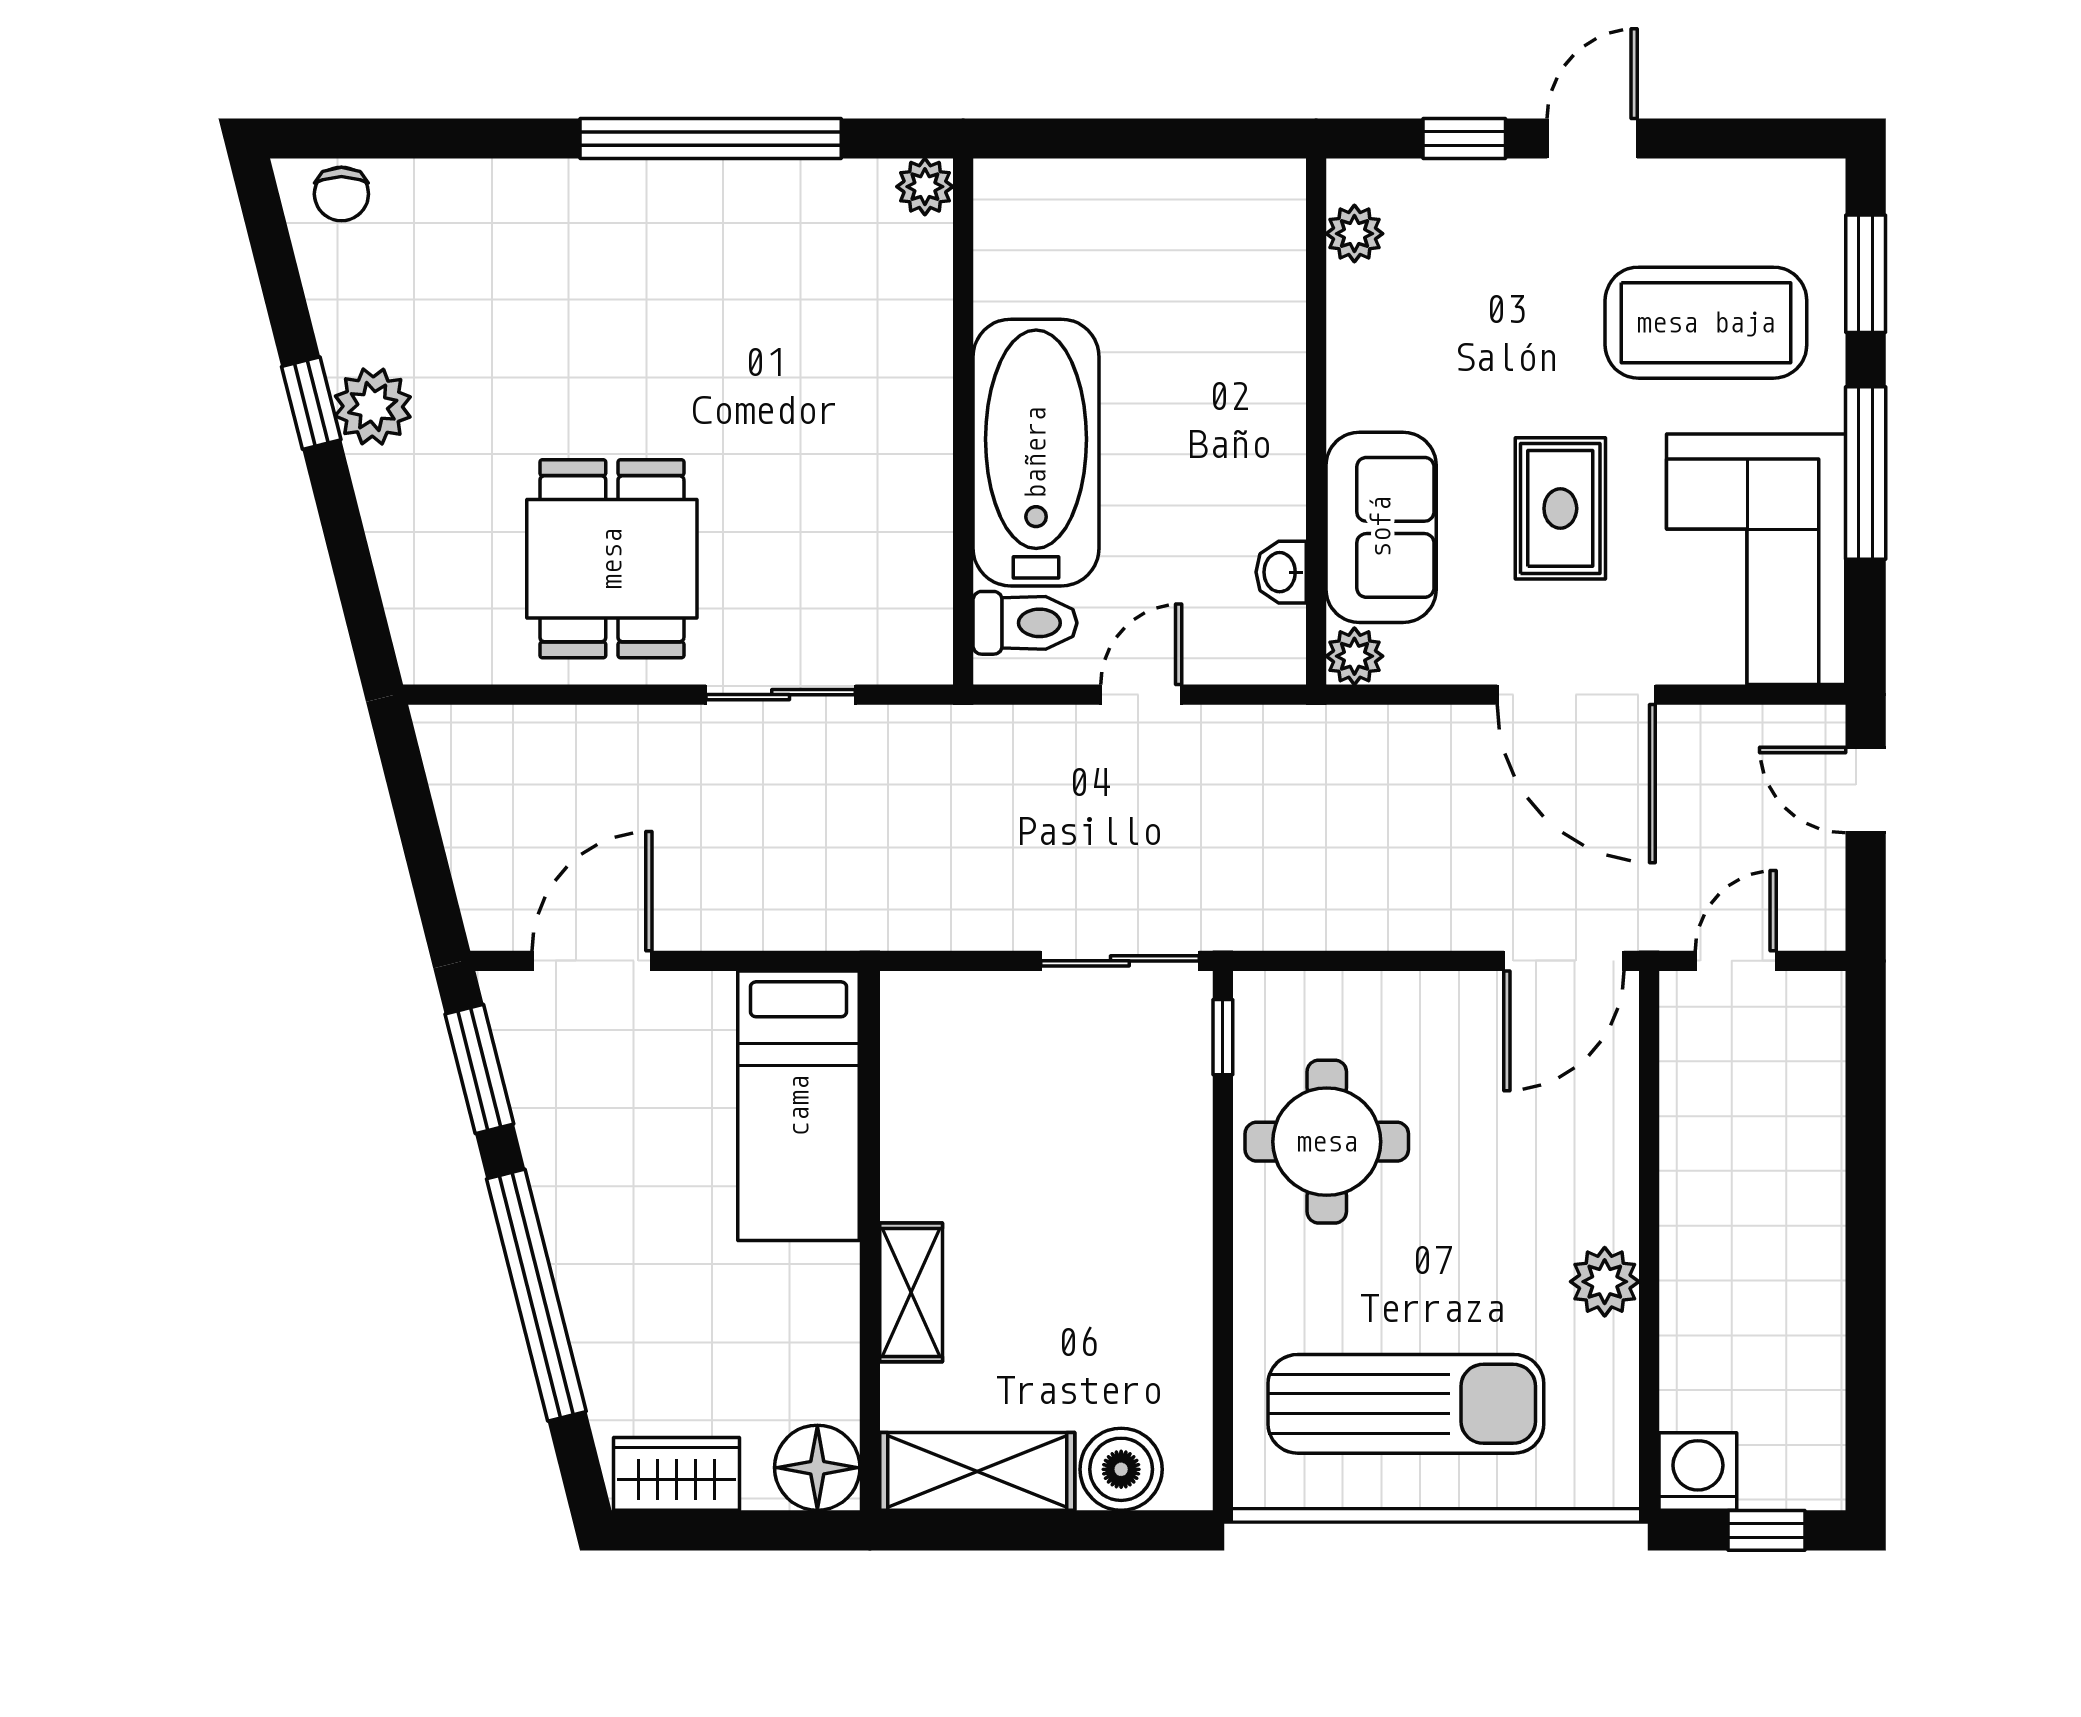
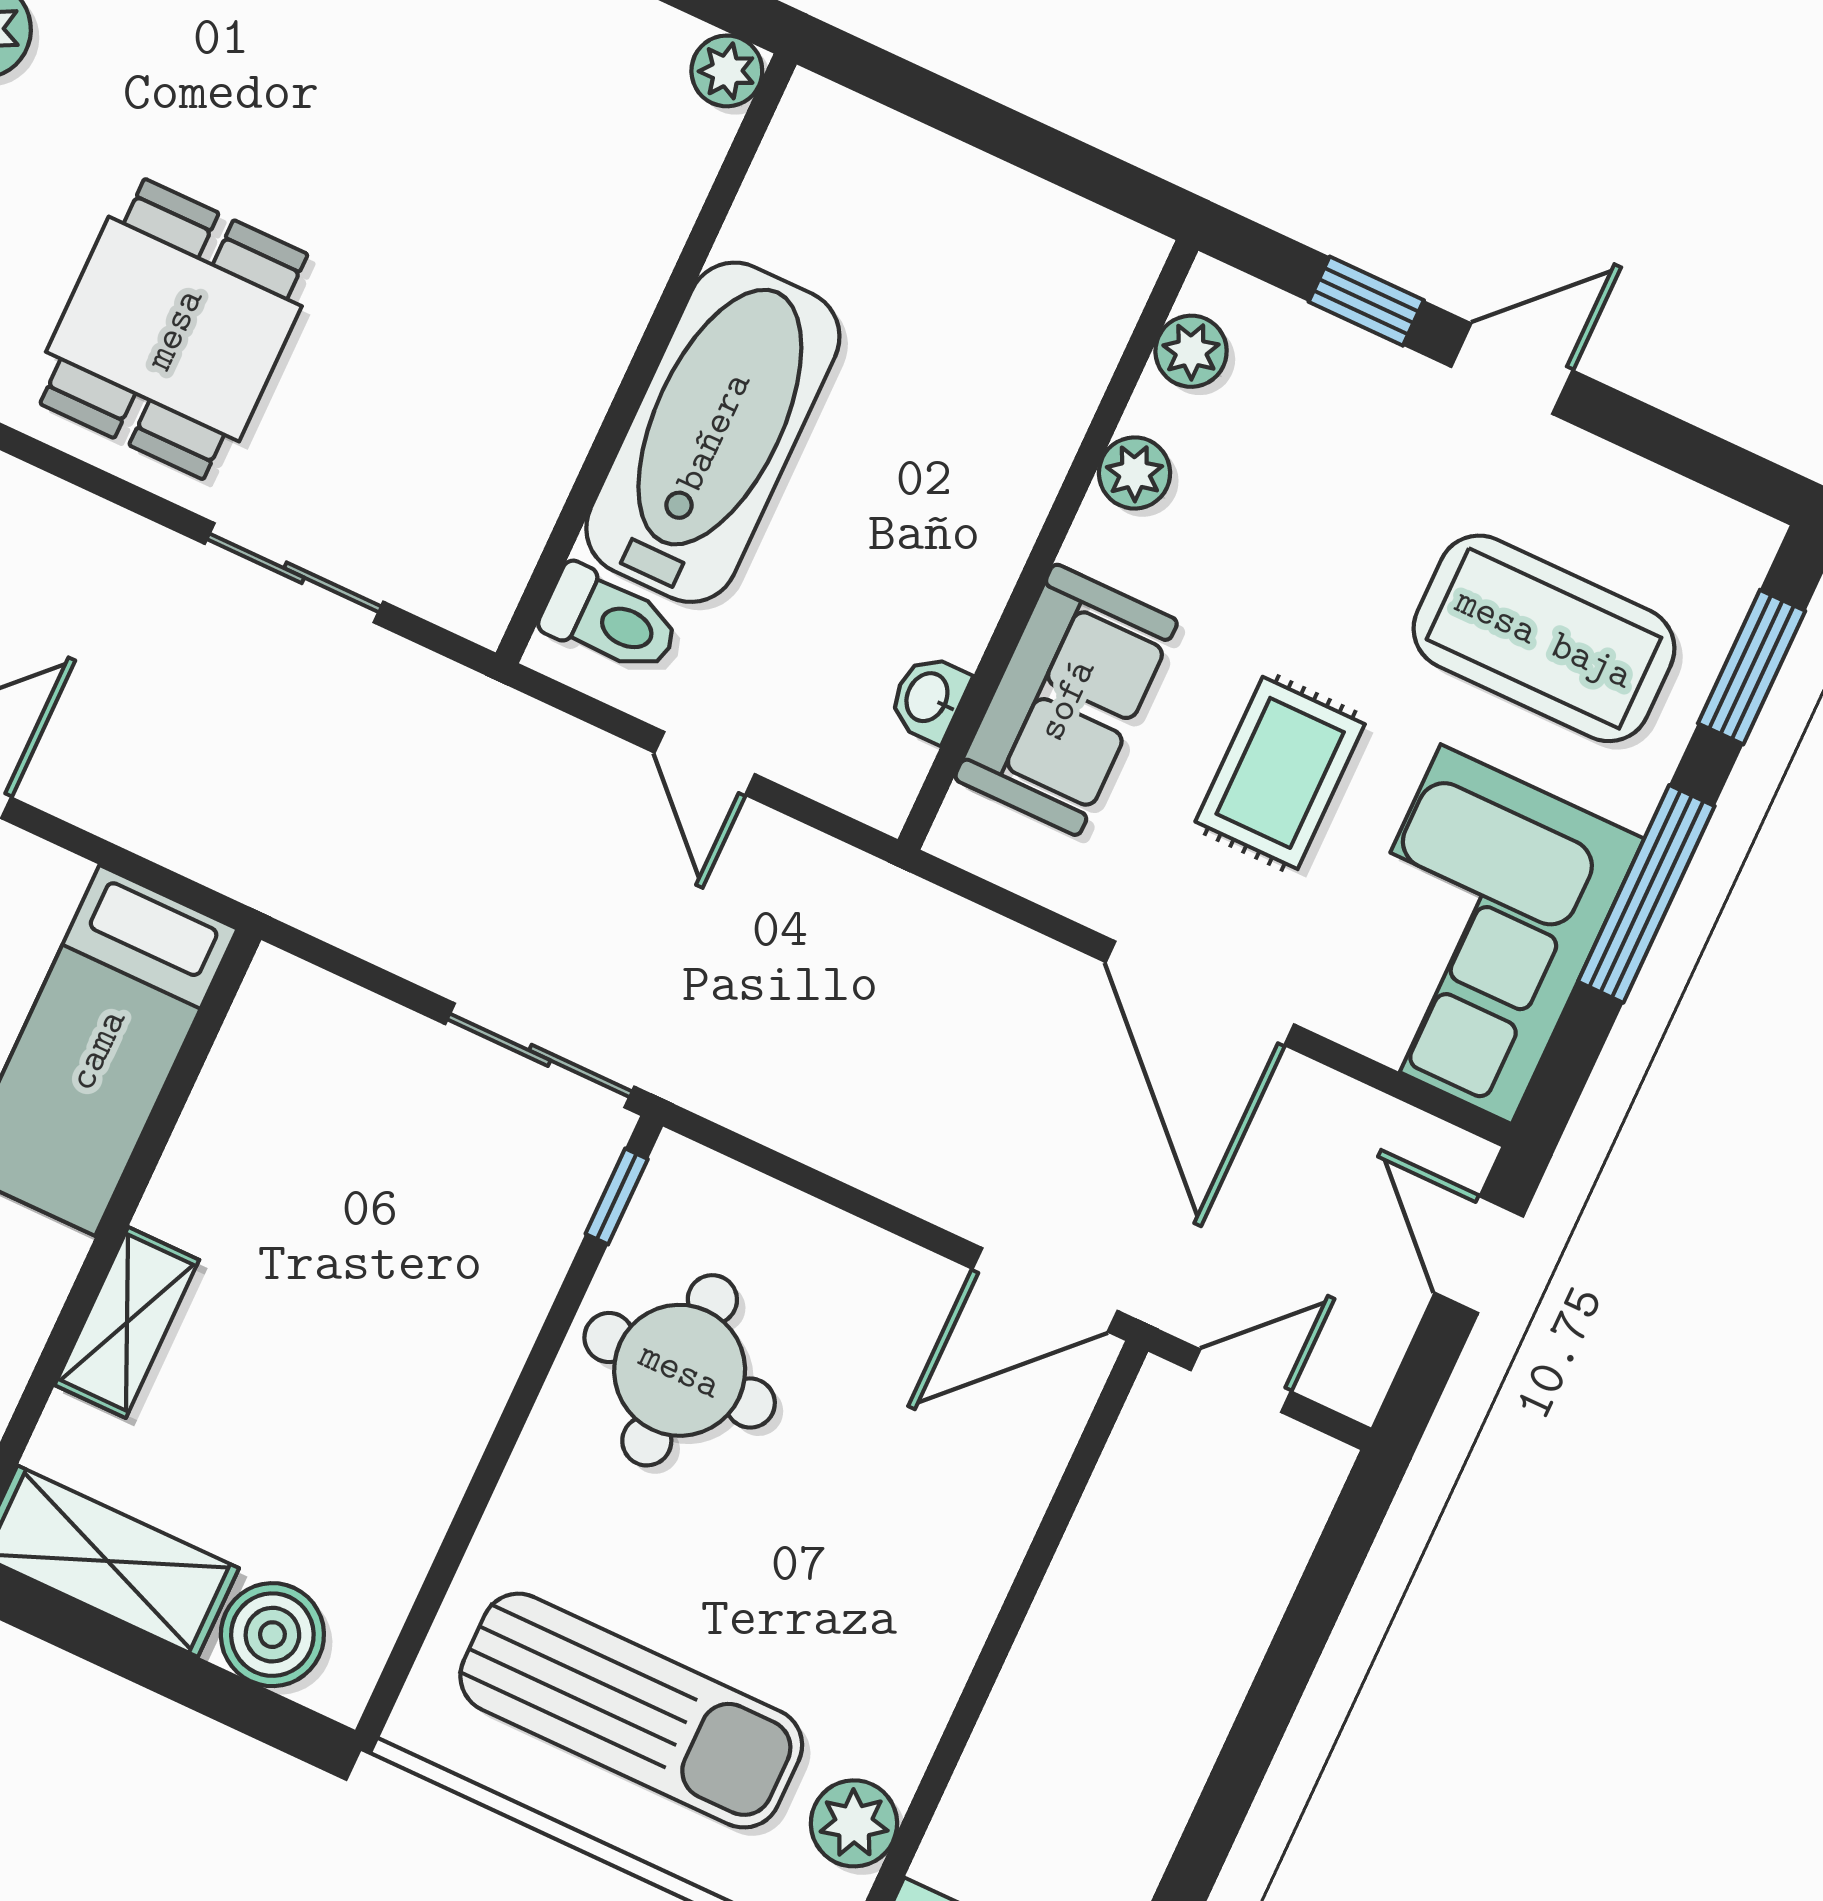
plant: (1354, 656) -> (1135, 473), moved
door: (1141, 695) -> (705, 763), swing flipped
plant: (1605, 1282) -> (854, 1823), moved

